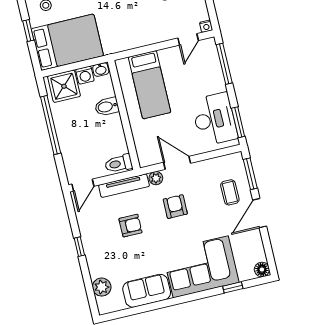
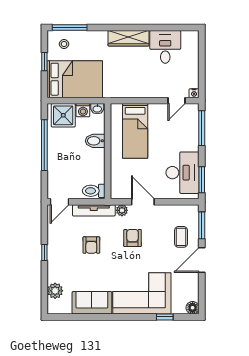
armchair: (130, 226) -> (91, 245), turned 90

